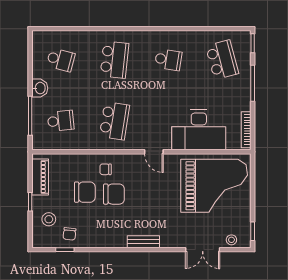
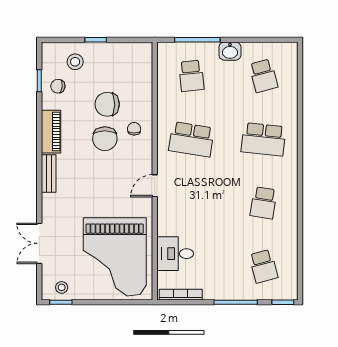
school desk: (61, 60) -> (263, 76), turned -30
school desk: (222, 60) -> (263, 266), width x0.54
desk: (199, 130) -> (175, 254), width x0.53, depth x0.77
piano: (40, 177) -> (51, 132), moved, turned -90
chair: (85, 192) -> (107, 104), turned 90
stool: (231, 240) -> (62, 287), moved

